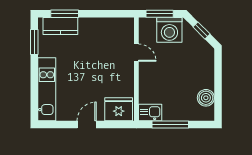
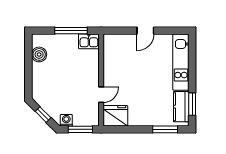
kitchen counter: (60, 26) -> (181, 107), moved, turned -90
washing machine: (169, 30) -> (66, 120), width x0.53, depth x0.53
door: (136, 53) -> (101, 95), swing flipped
fridge: (119, 109) -> (115, 116), moved, turned 180

